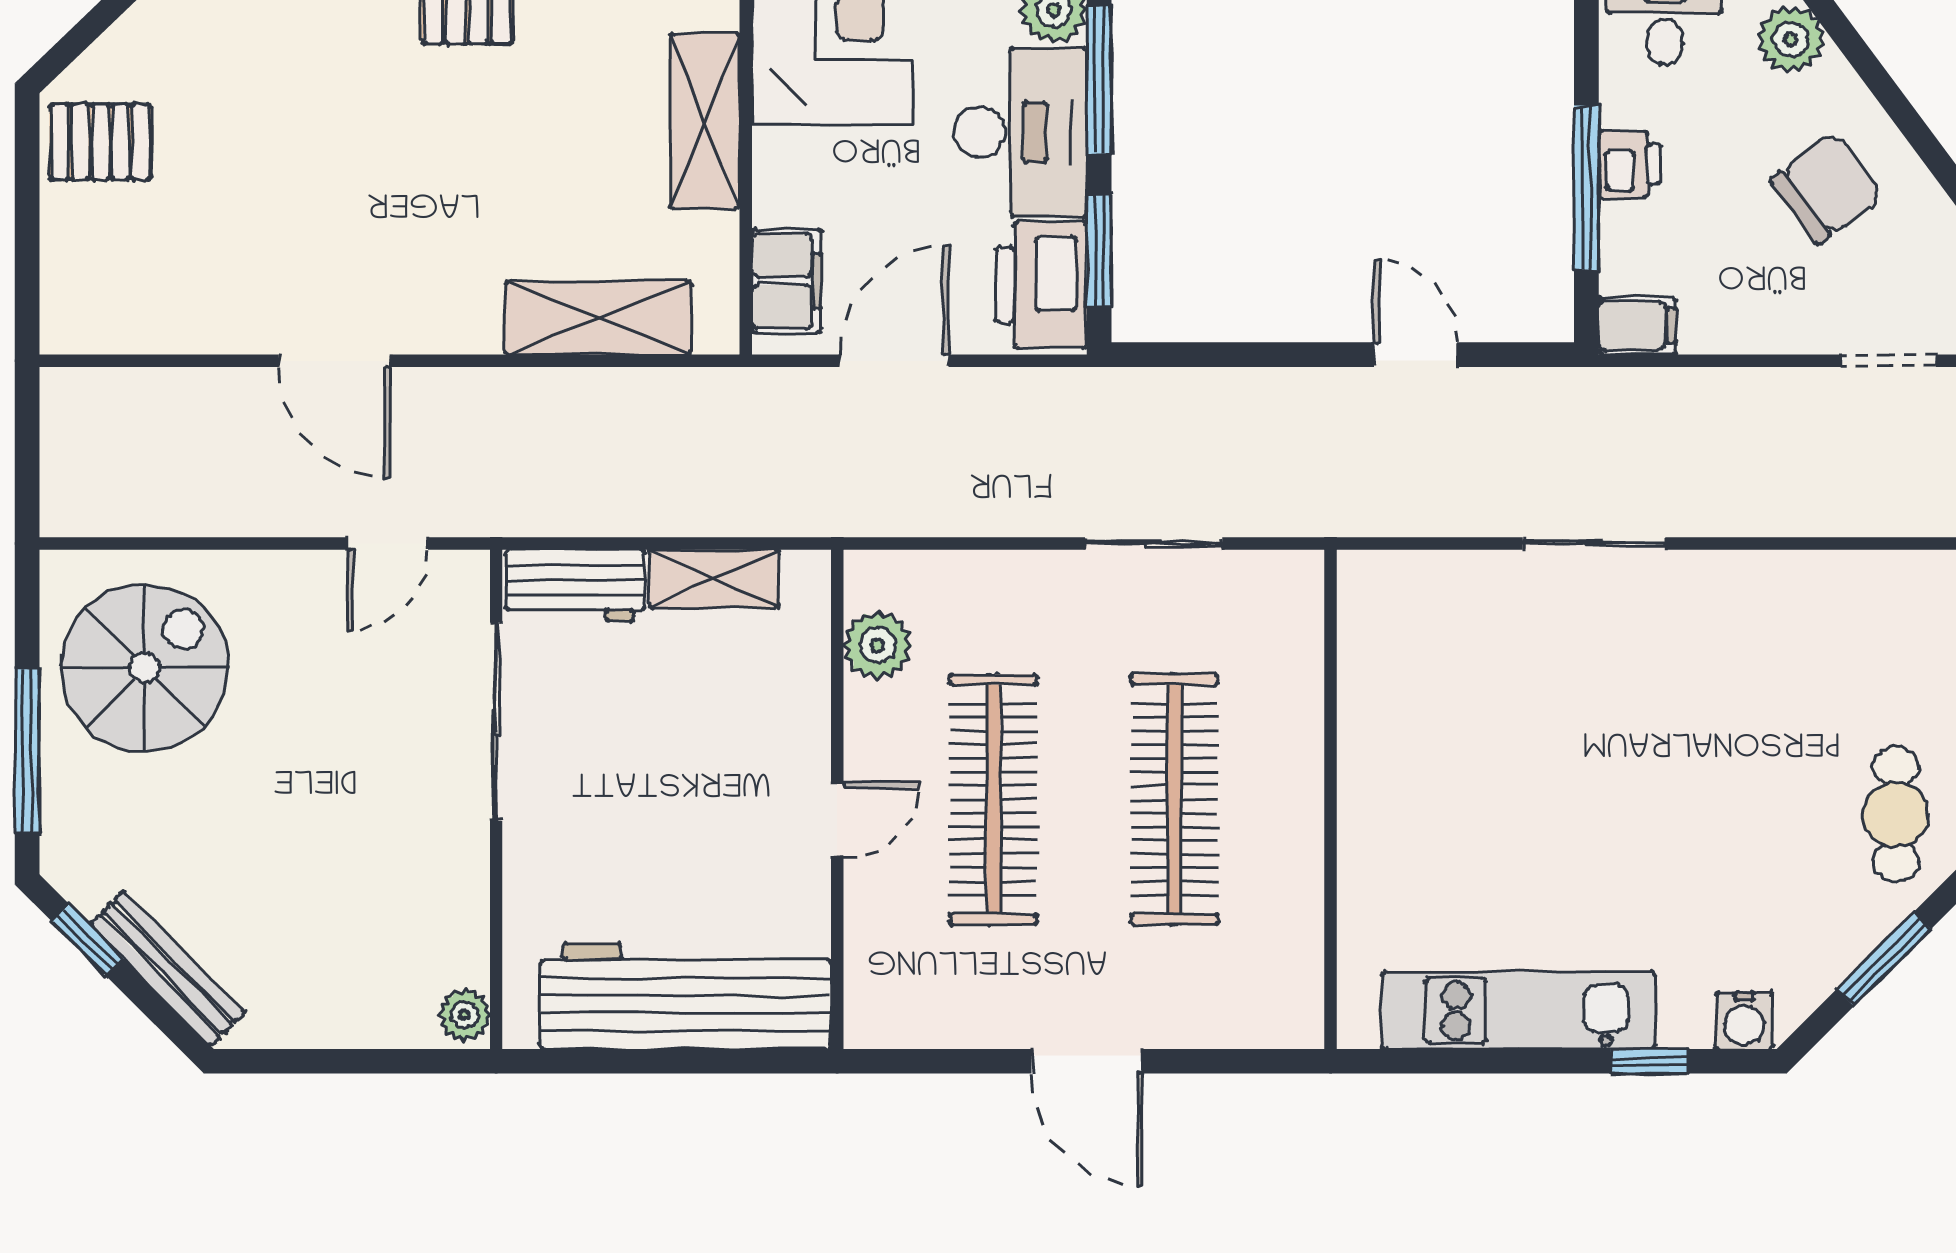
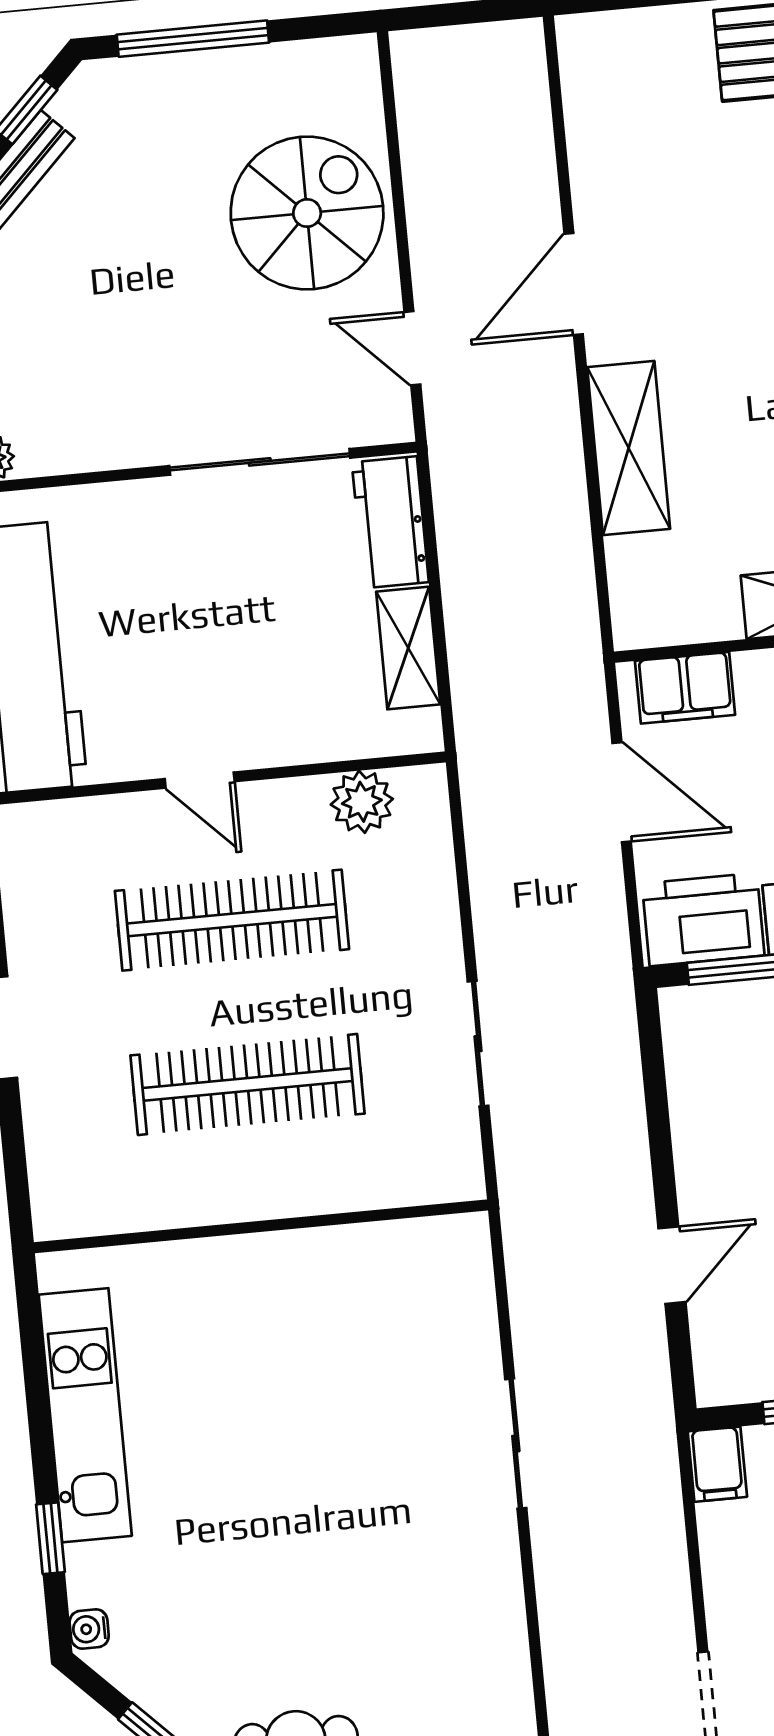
shelving: (598, 318) -> (629, 448), moved
spiral stairs: (145, 668) -> (307, 213), moved, turned -90
water cooler: (1744, 1020) -> (89, 1629), width x0.72, depth x0.72

